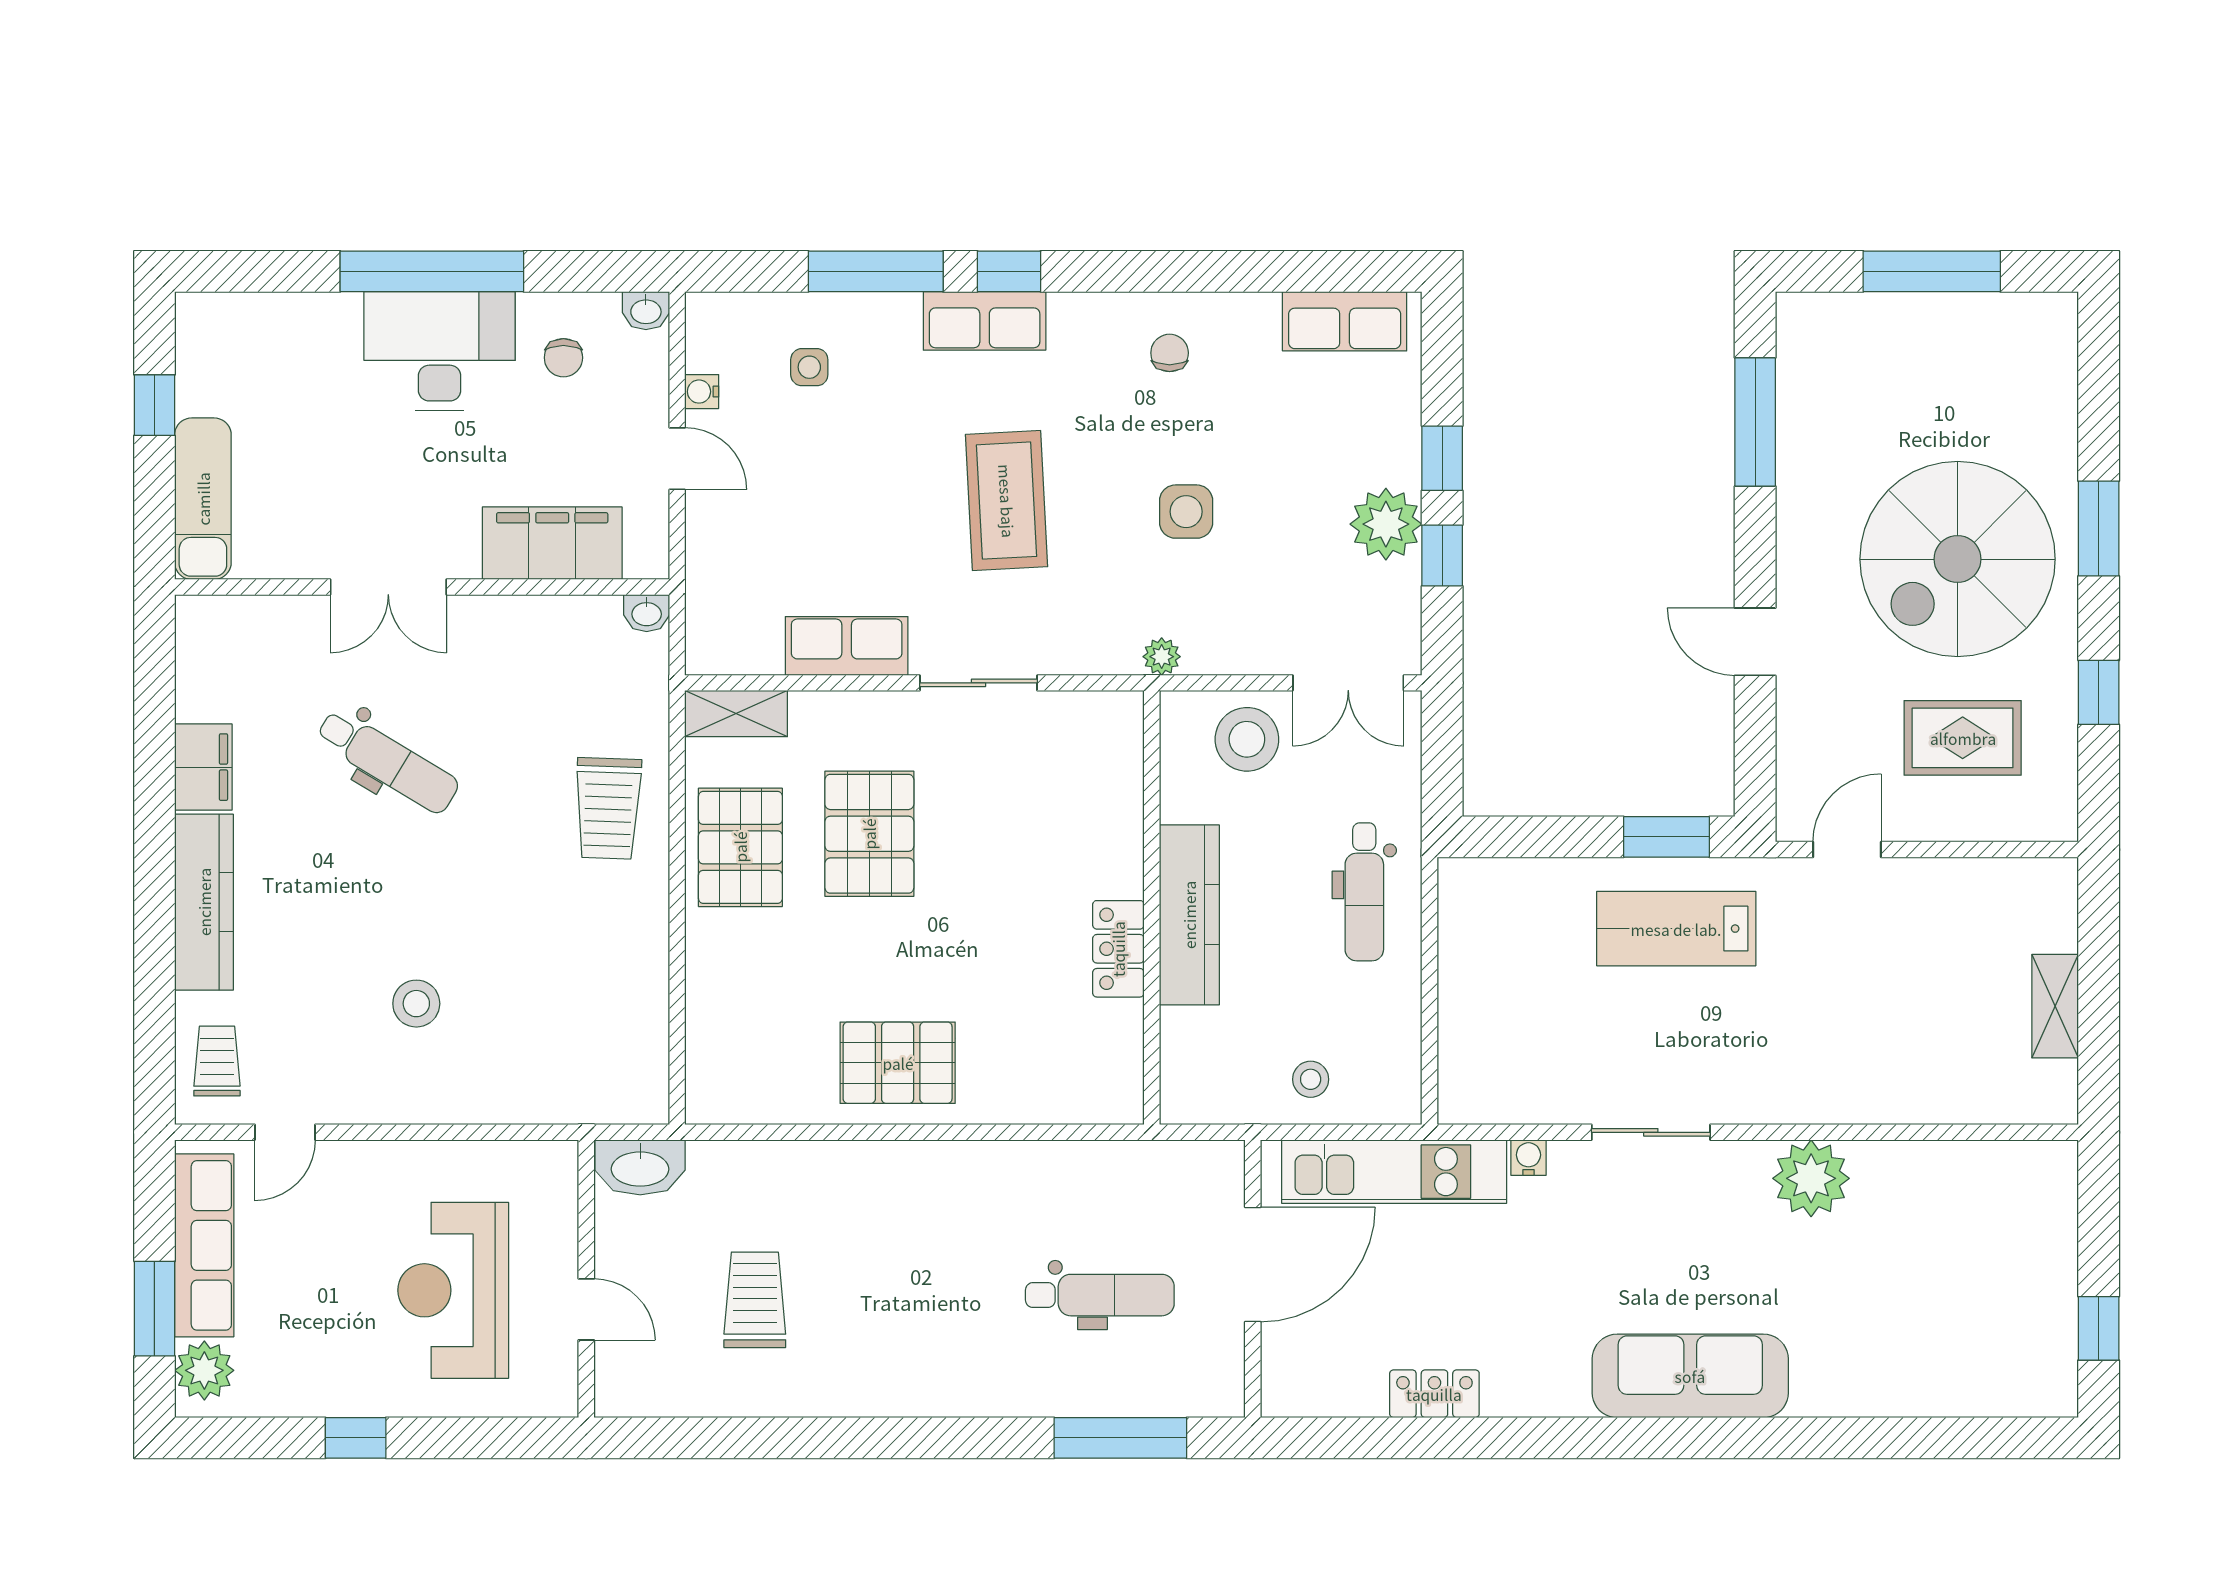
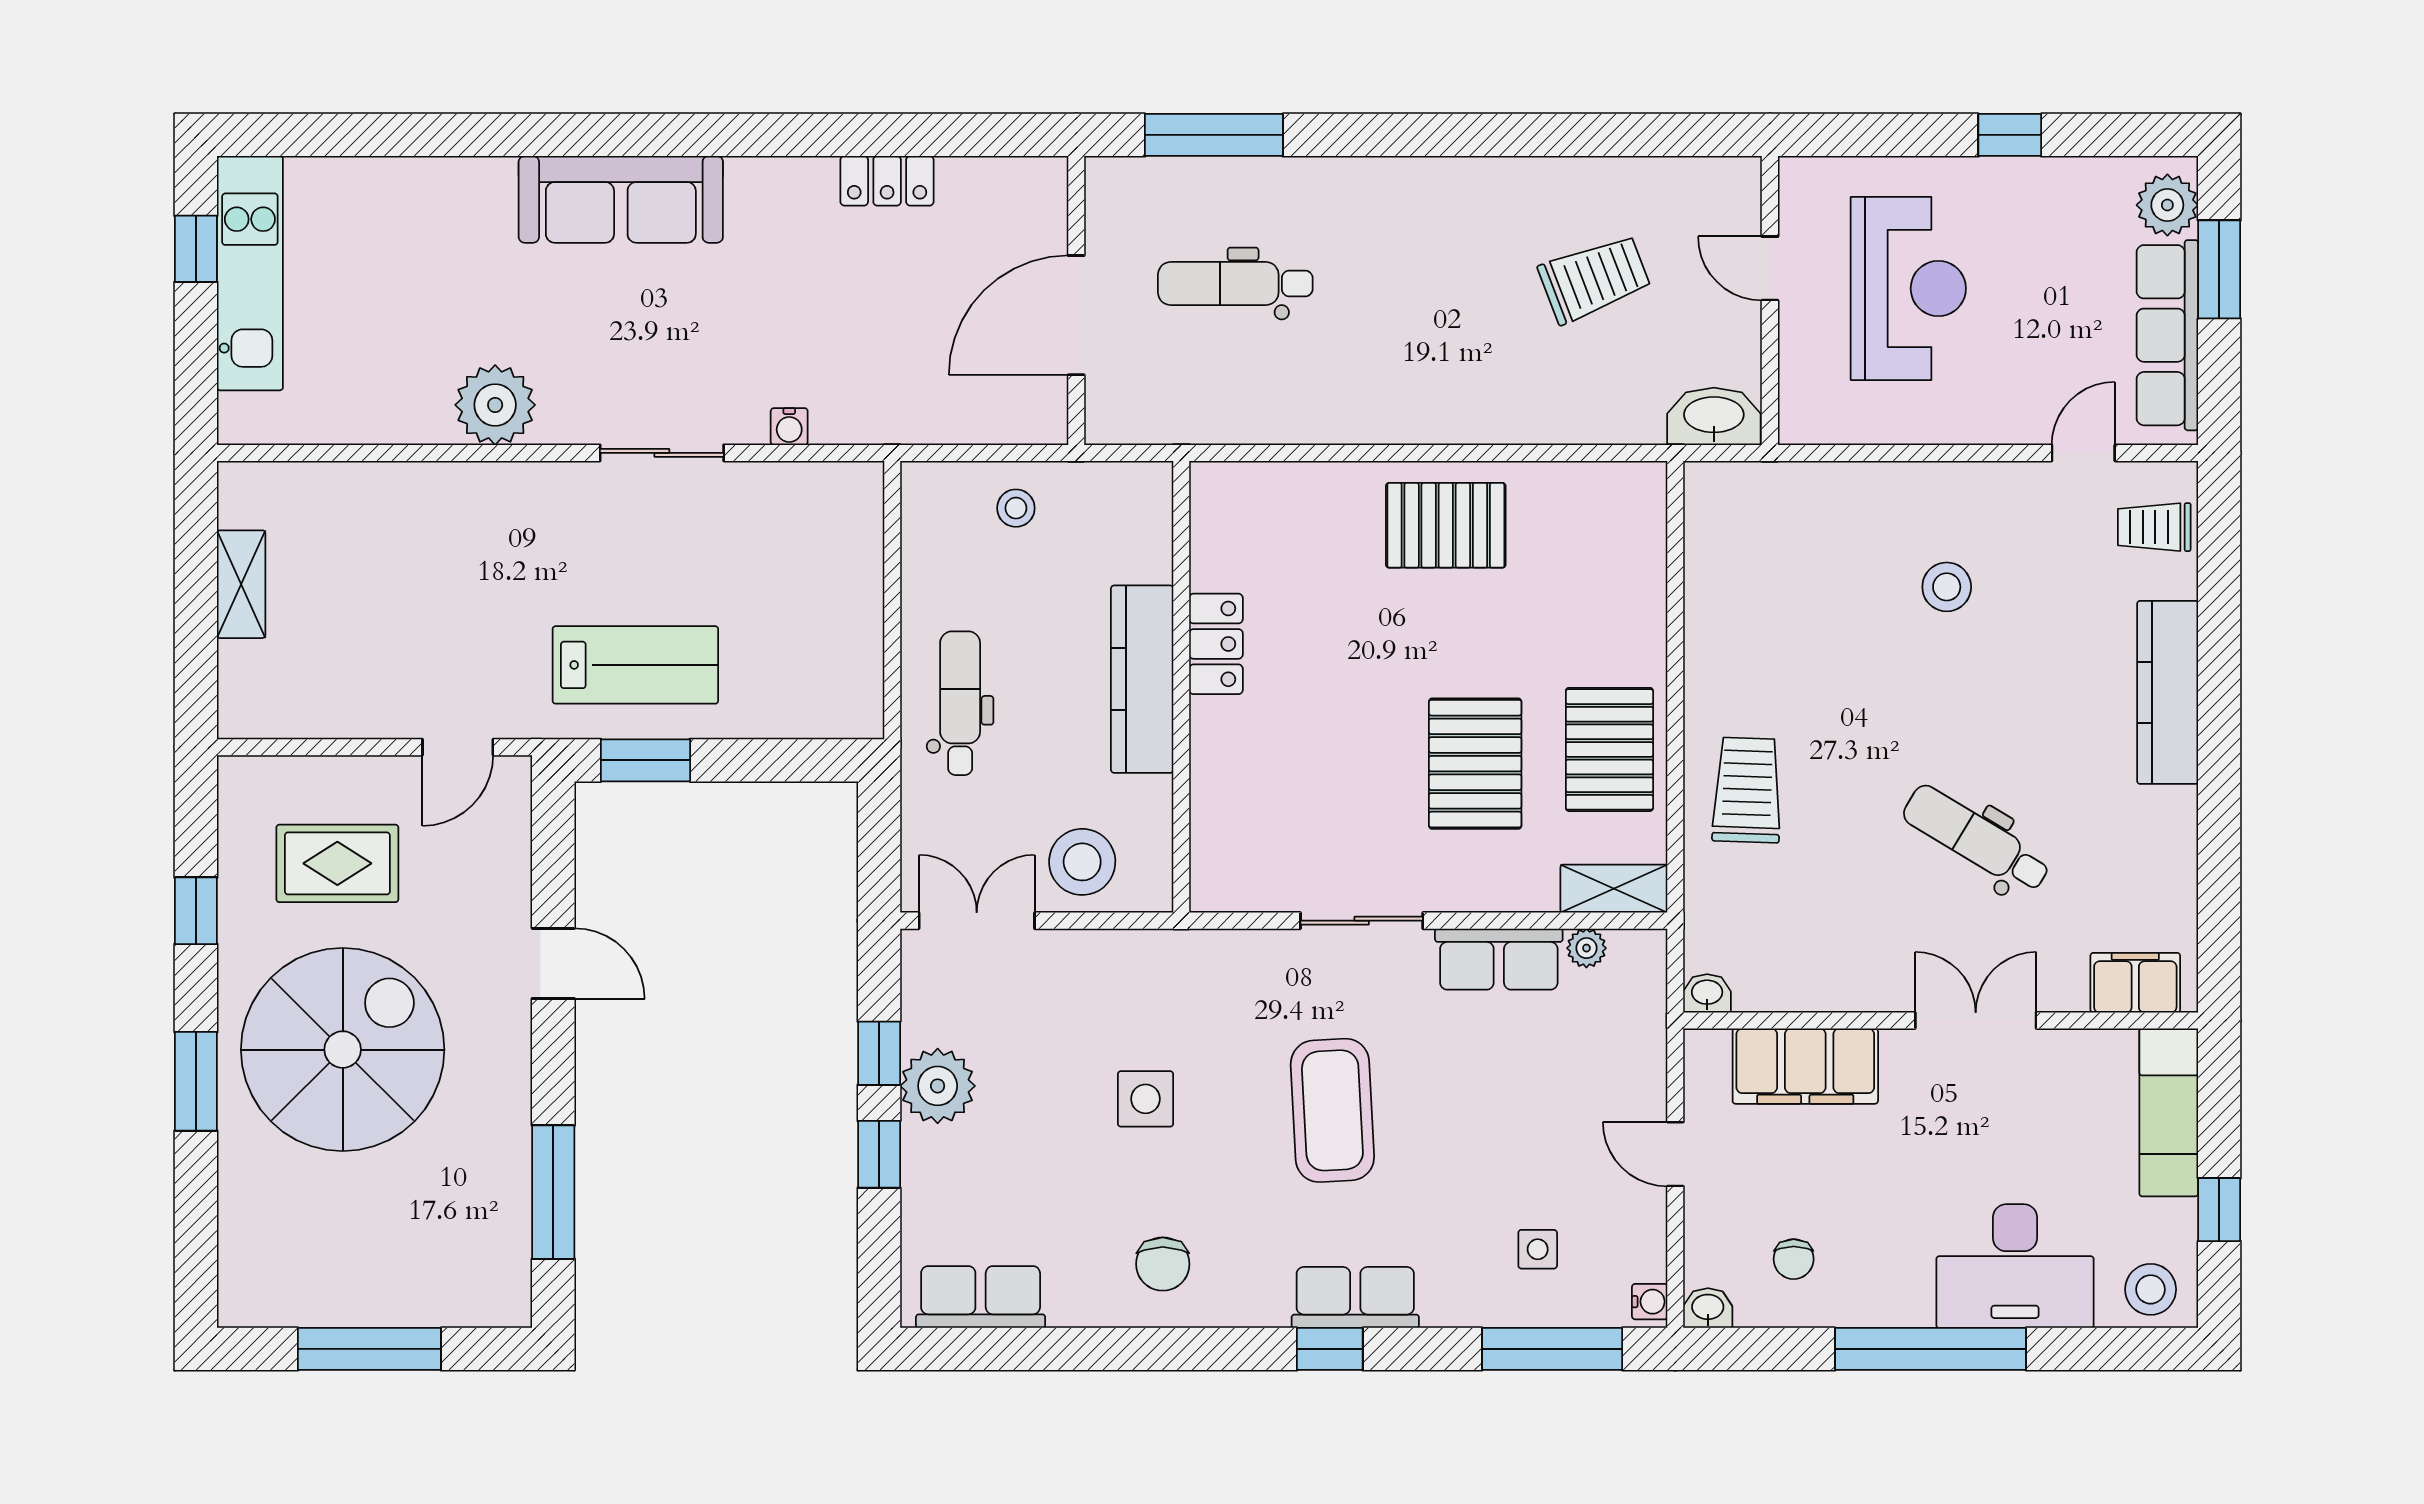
window: (876, 271) -> (1552, 1349), moved
stool: (220, 329) -> (2151, 1289), added
desk: (440, 351) -> (2015, 1266), moved
chair: (1170, 353) -> (1163, 1264), width x1.37, depth x1.37
chair: (563, 358) -> (1794, 1259), turned 180
water cooler: (702, 392) -> (1650, 1302), moved
plant: (1162, 657) -> (1586, 948), moved
filing cabinet: (203, 767) -> (2135, 983), moved, turned 90
trolley: (217, 1061) -> (2154, 527), turned 90
kitchen unit: (1394, 1172) -> (250, 273), moved, turned 90
trolley: (755, 1300) -> (1594, 279), turned -111

